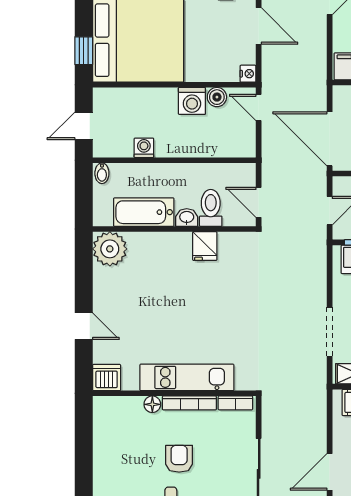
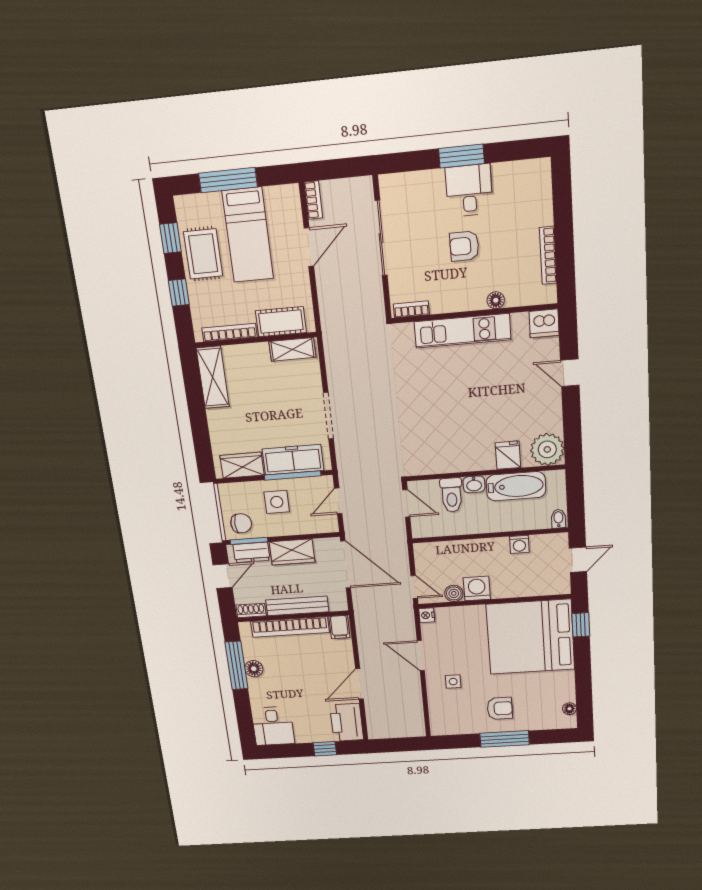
fridge: (205, 246) -> (508, 455), moved
doorway: (330, 332) -> (328, 416), moved
bookcase: (189, 403) -> (548, 255), moved, turned -90
armchair: (179, 459) -> (464, 246), turned 90

